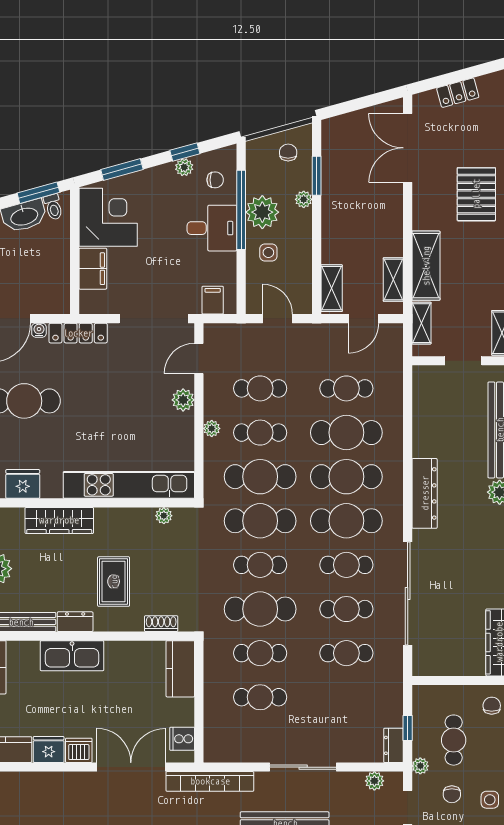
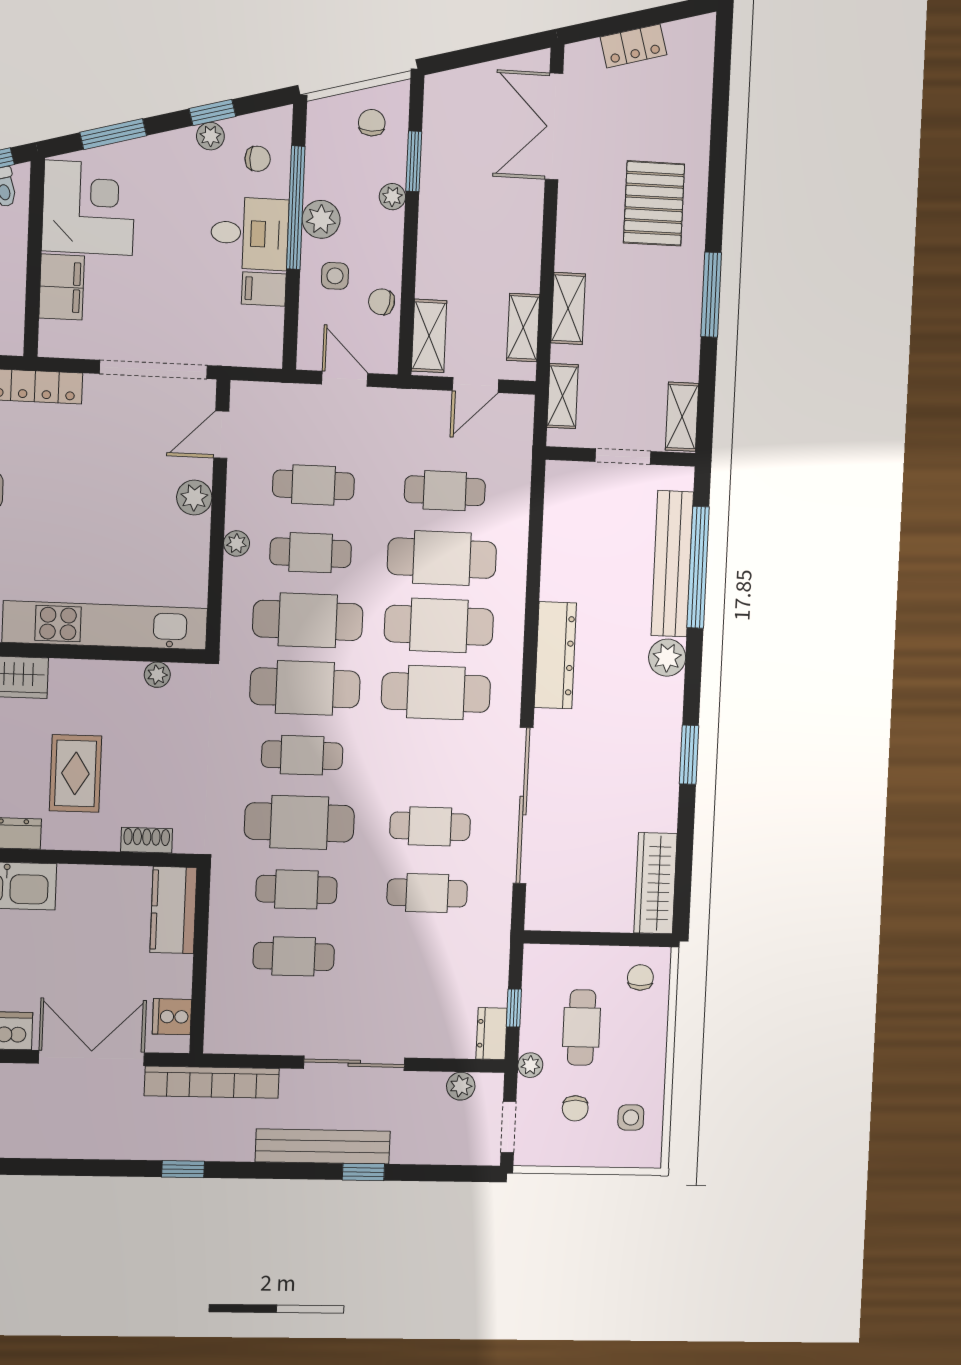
plant: (262, 212) -> (321, 219), width x0.73, depth x0.73
shelving: (426, 266) -> (568, 308), width x0.67, depth x0.75
chair: (299, 268) -> (382, 302), added
filing cabinet: (213, 300) -> (264, 289), moved, turned -90
cafe table: (346, 565) -> (433, 759), removed

